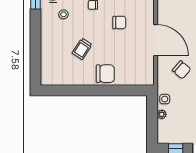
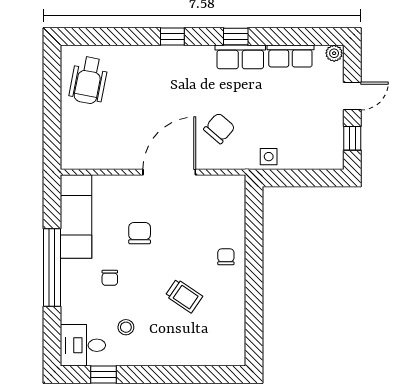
chair: (105, 74) -> (226, 257), width x0.54, depth x0.54
plant: (162, 114) -> (295, 162), removed

